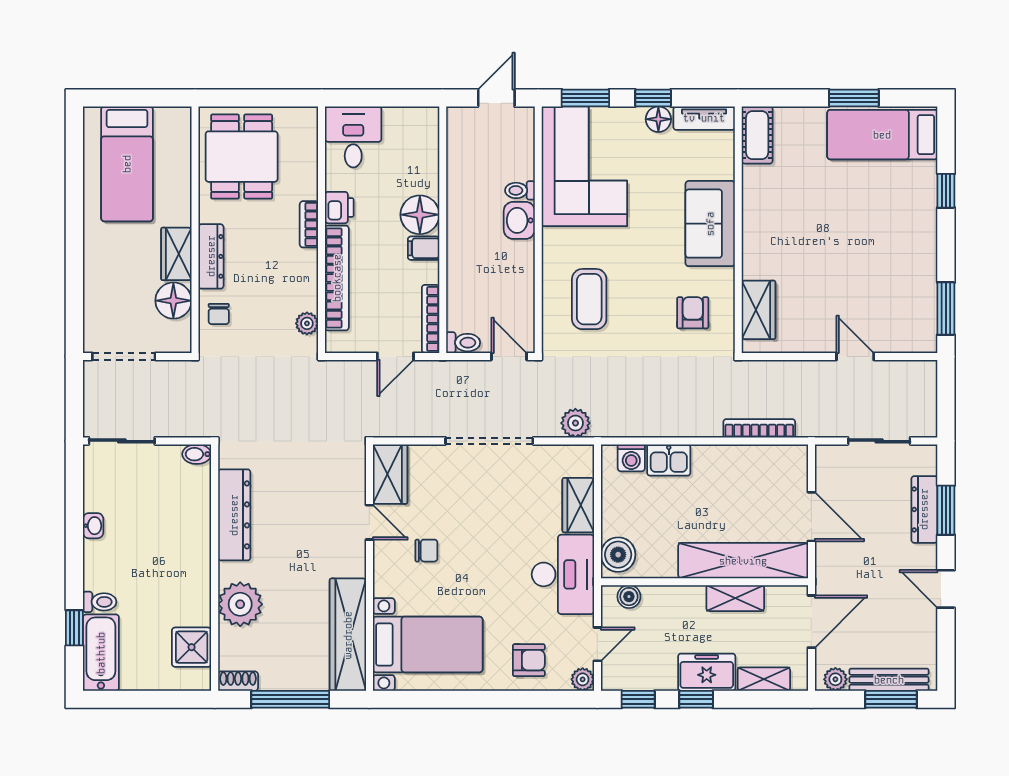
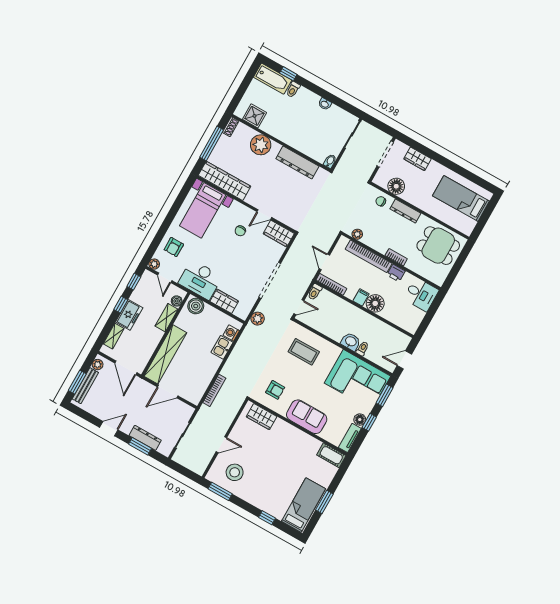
door: (496, 98) -> (404, 360), swing flipped
wardrobe: (176, 254) -> (417, 159), moved, turned 180
stool: (894, 301) -> (235, 472), added
shelving: (735, 598) -> (167, 318), moved

